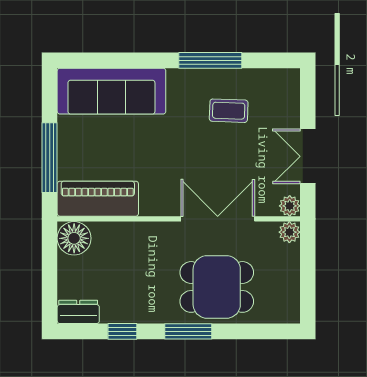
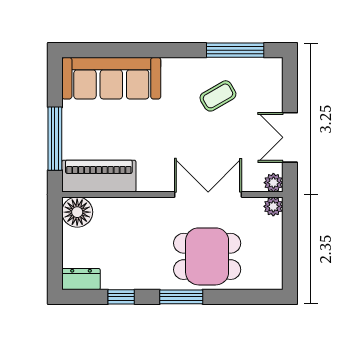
window: (210, 60) -> (235, 50), moved
coffee table: (229, 111) -> (218, 96), turned -32

